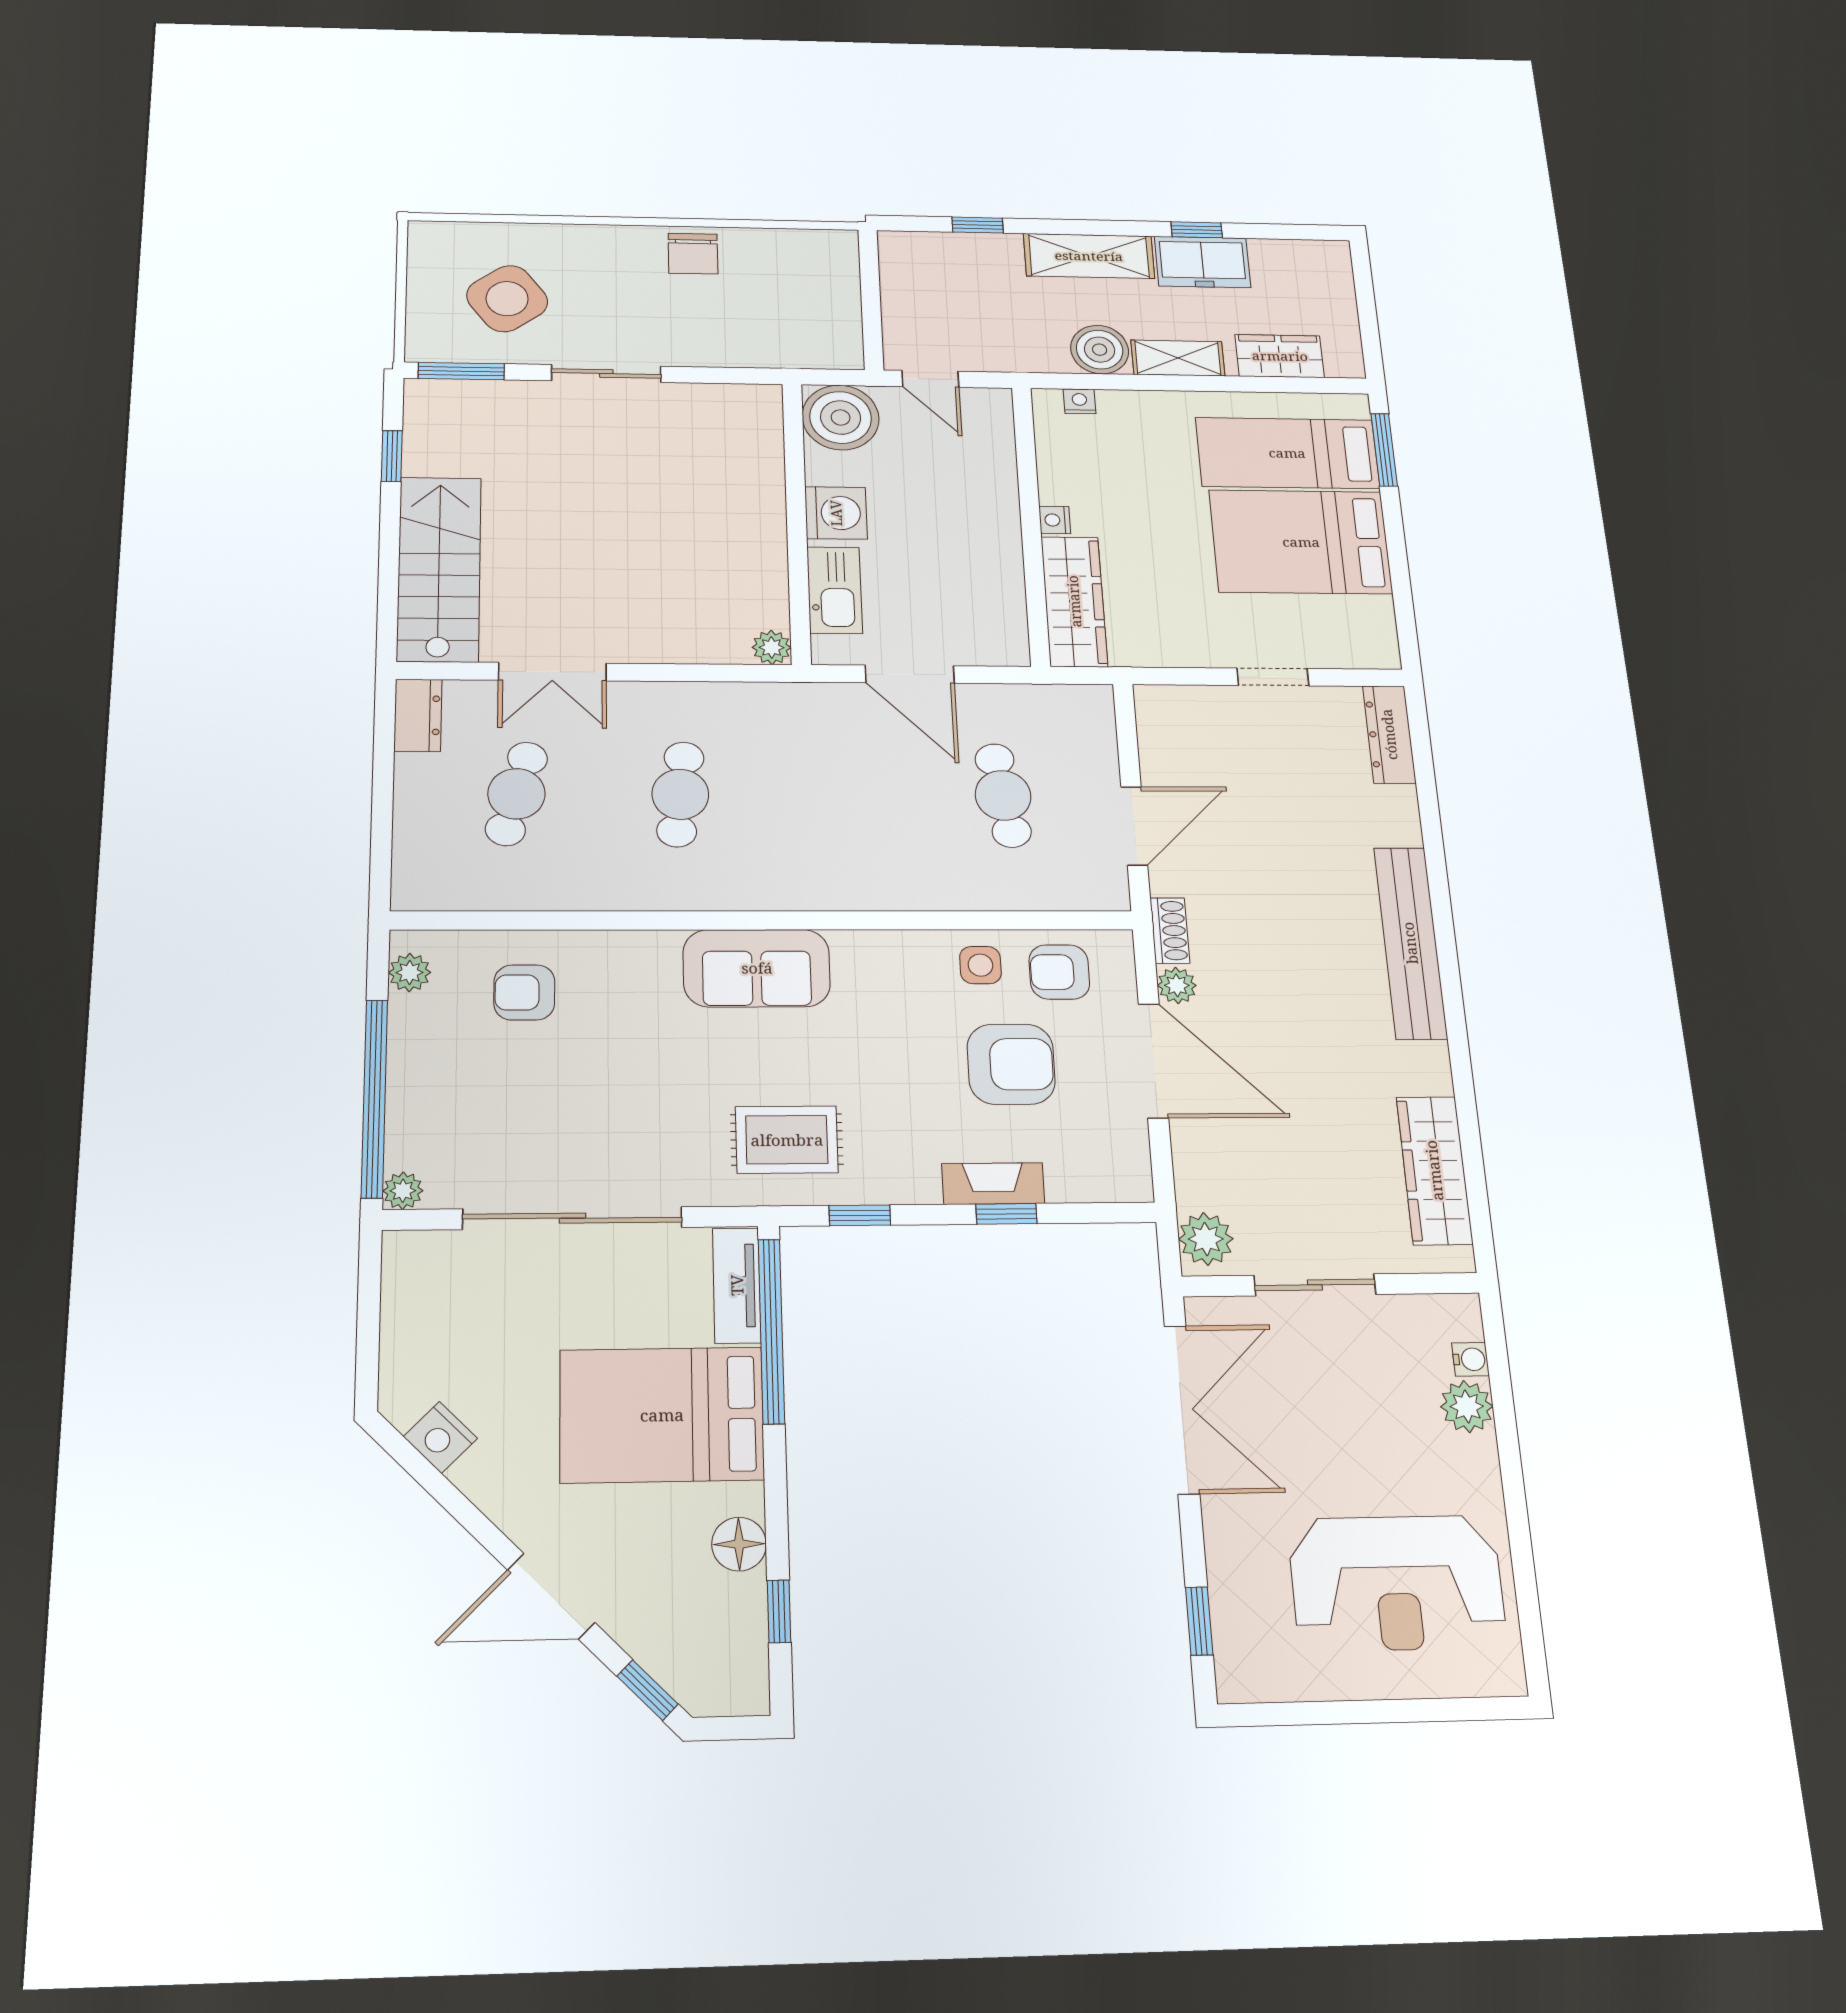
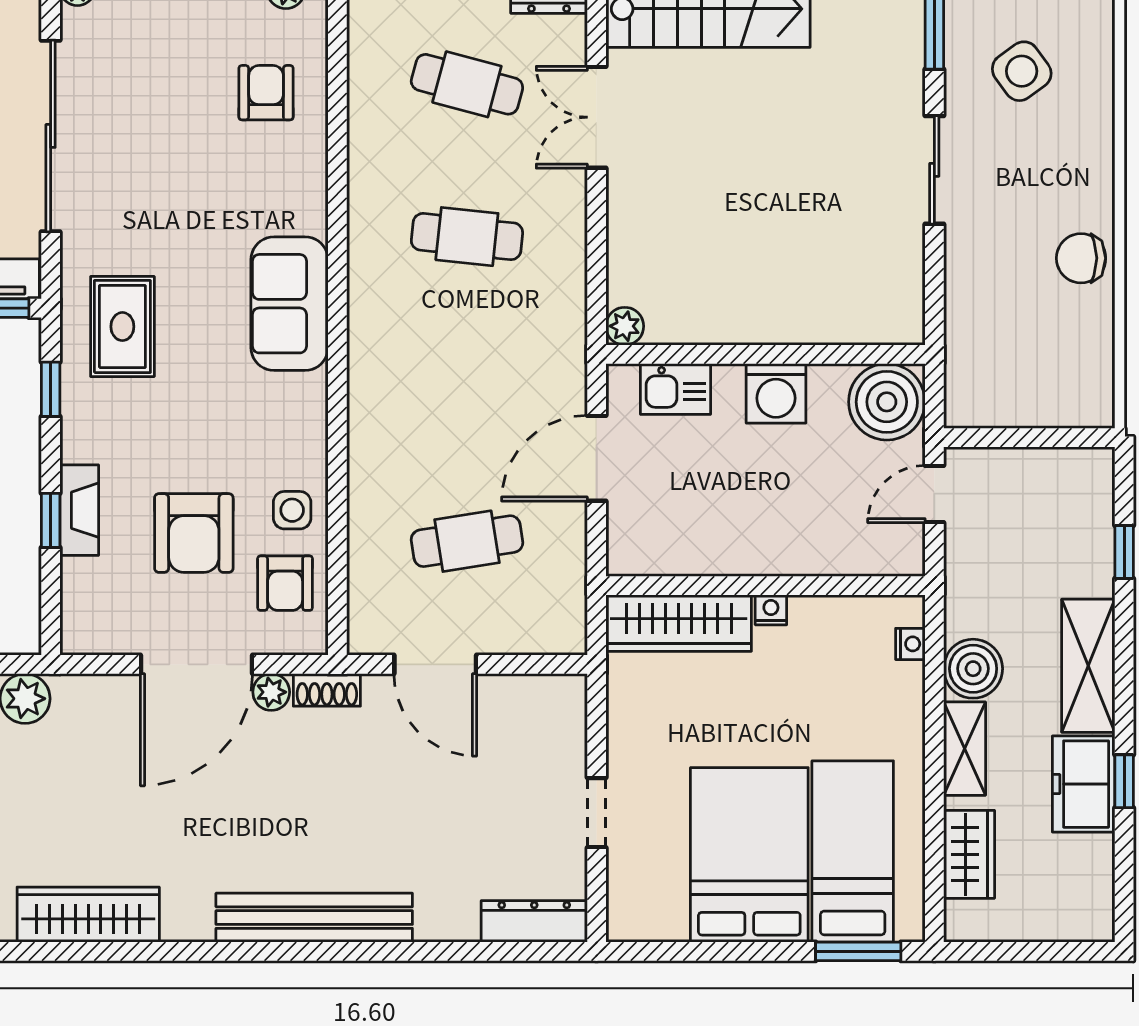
side table: (507, 299) -> (1022, 71), width x0.73, depth x0.73
kitchen sink: (835, 590) -> (676, 389), width x0.73
armchair: (1059, 972) -> (285, 583), turned 180

